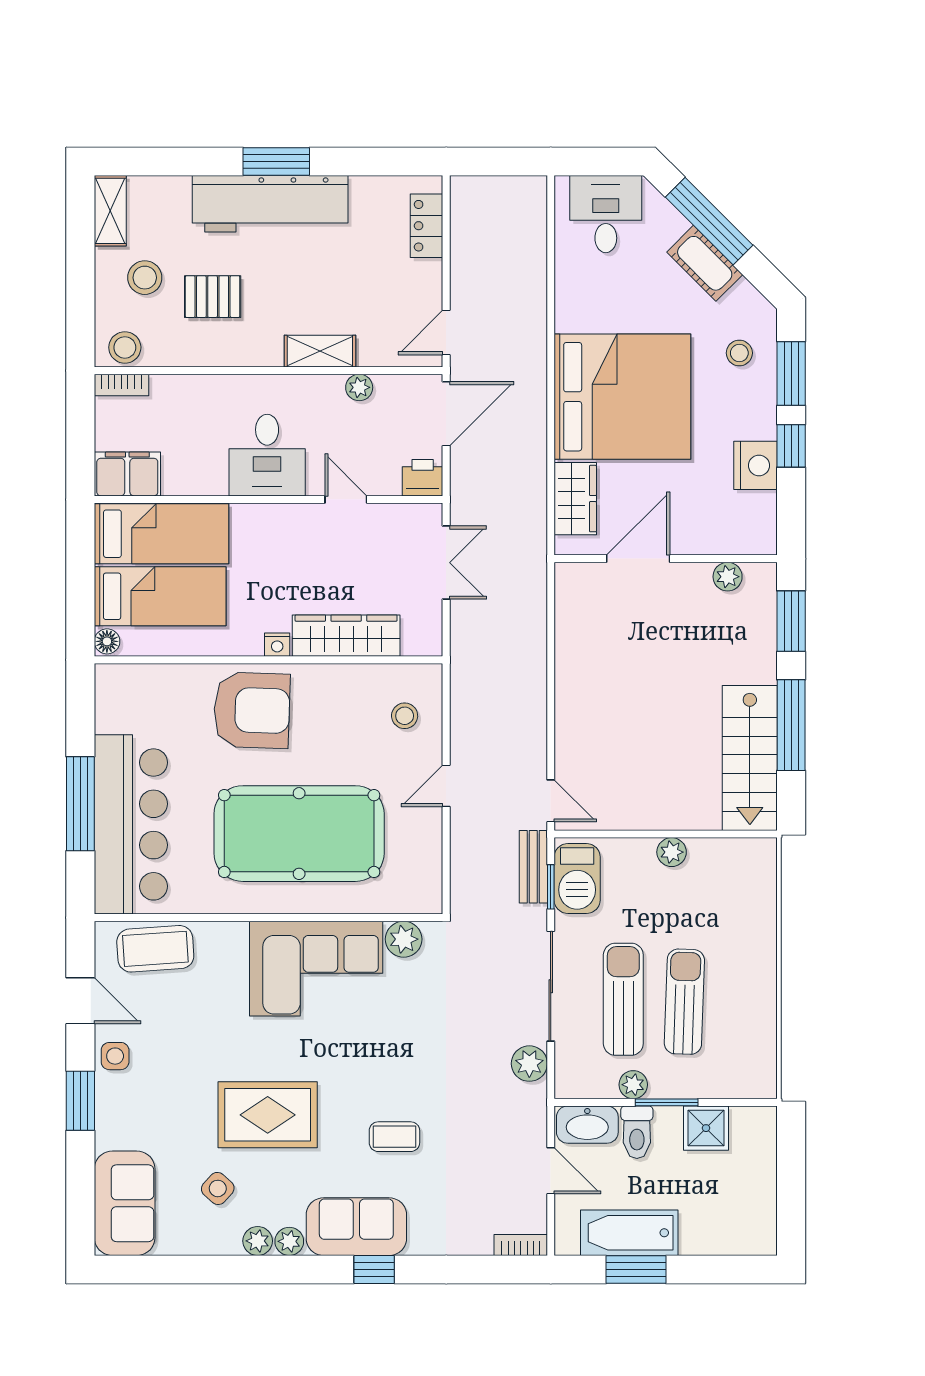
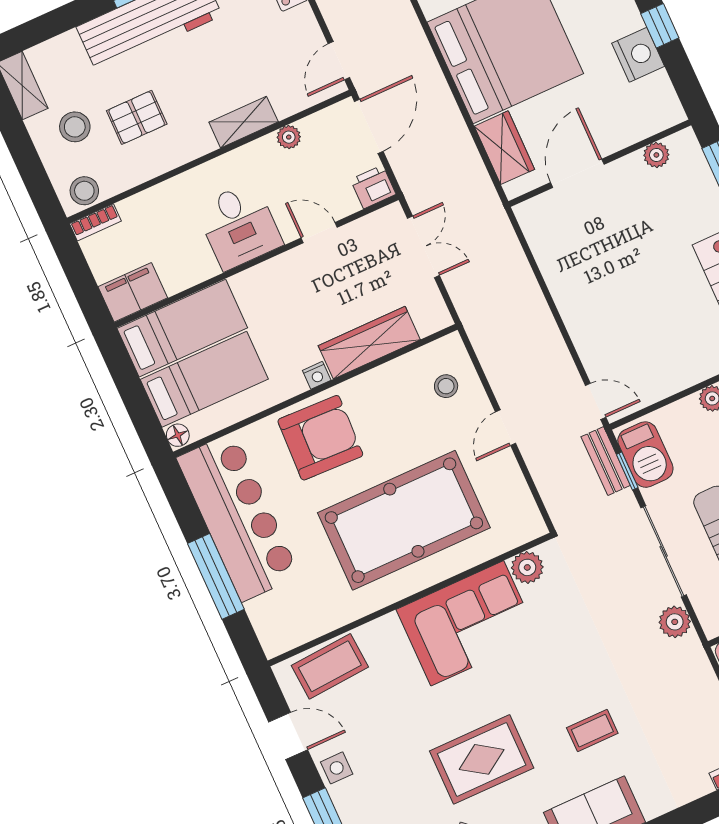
bar counter: (131, 824) -> (238, 517), moved

